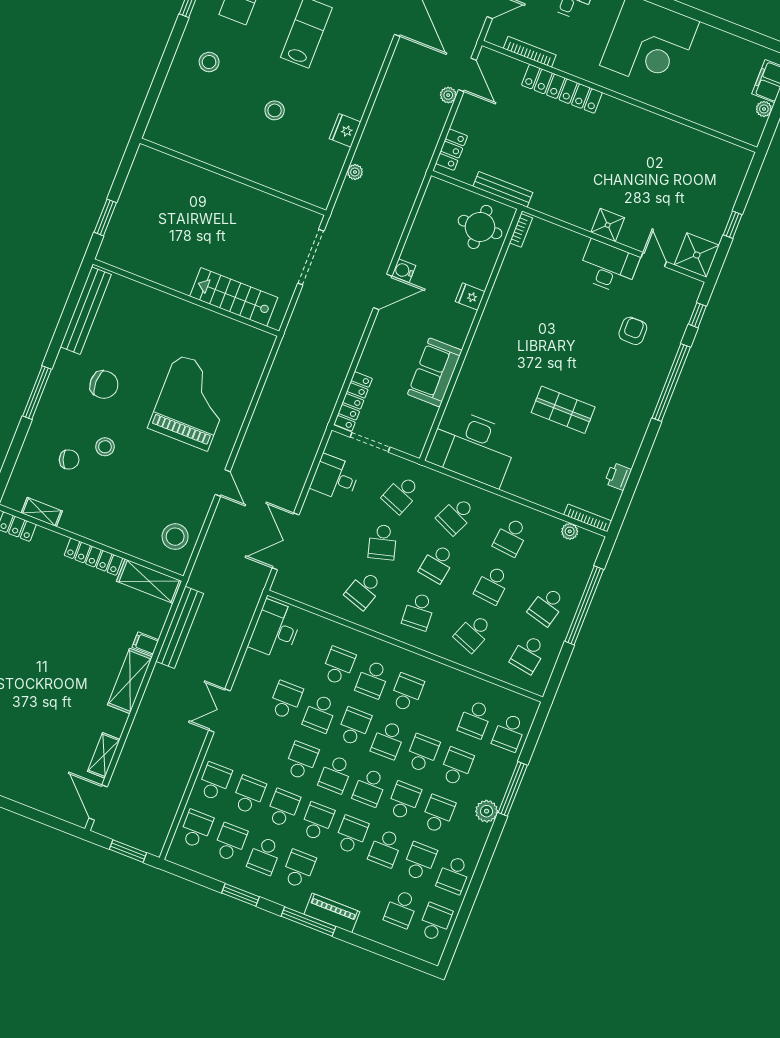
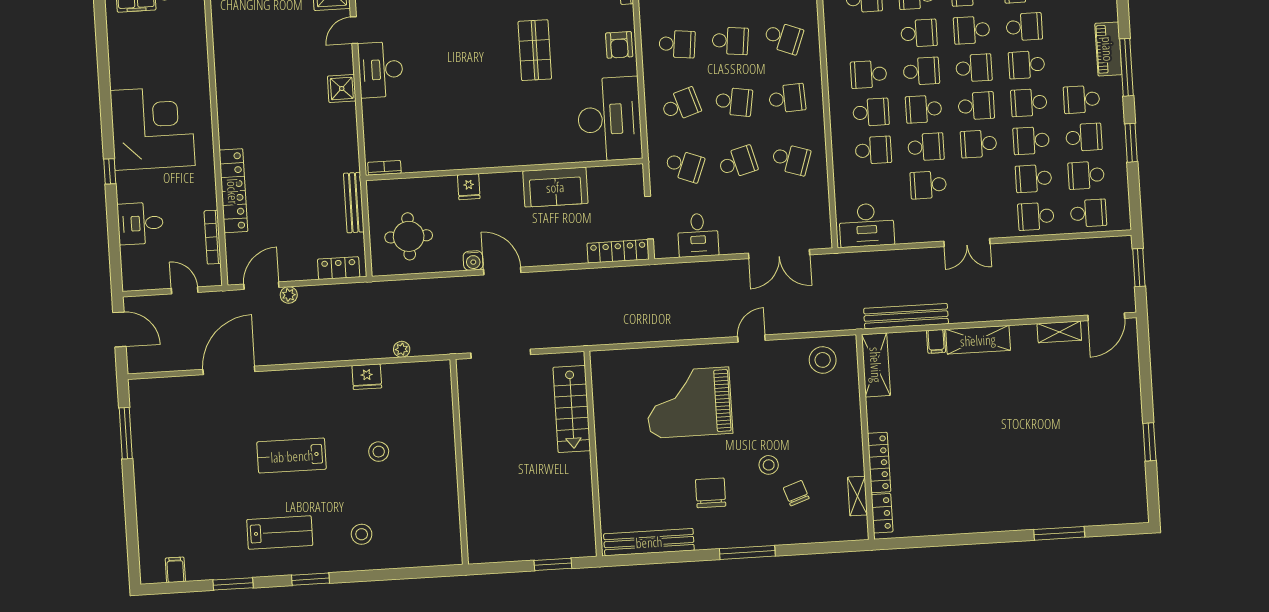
round table: (480, 227) -> (409, 236), moved
armchair: (633, 331) -> (619, 45), moved, turned -90
school desk: (456, 516) -> (681, 105), turned -42
locker: (93, 557) -> (879, 463), moved
school desk: (338, 666) -> (873, 150), turned 180
school desk: (422, 753) -> (919, 33), turned 180
school desk: (196, 829) -> (1088, 213), turned 180

